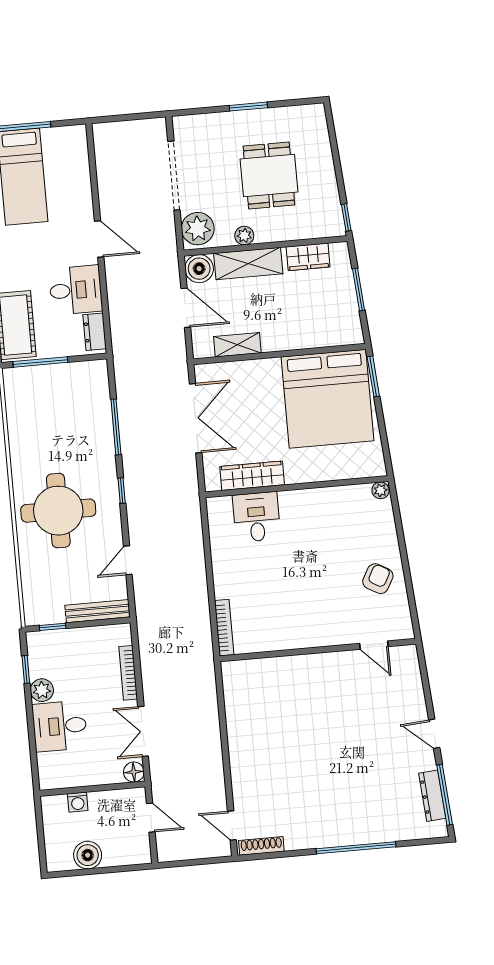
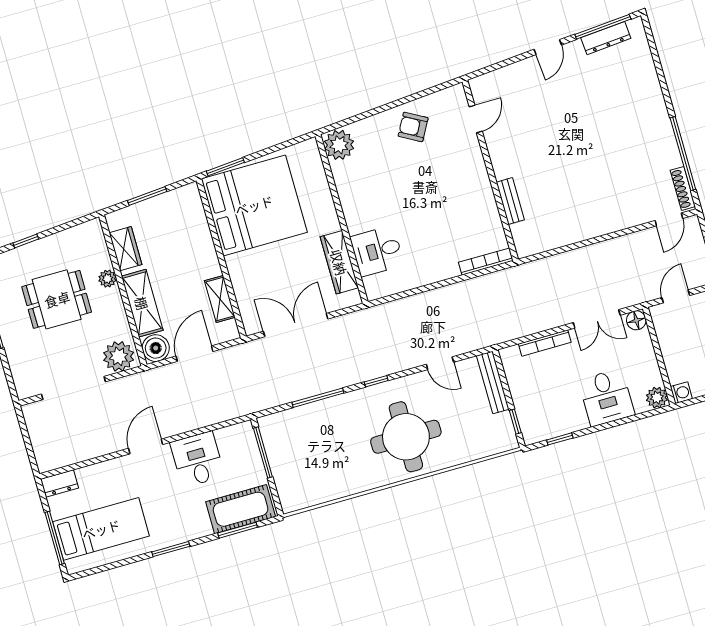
window: (346, 217) -> (26, 241), moved
plant: (244, 236) -> (108, 279), moved
dresser: (95, 332) -> (60, 483), moved
window: (40, 362) -> (263, 453), moved
plant: (380, 490) -> (339, 145), width x1.88, depth x1.88
bench: (282, 665) -> (510, 201), added
plant: (42, 690) -> (657, 398), moved
washing machine: (78, 802) -> (681, 393), moved
window: (356, 848) -> (683, 154), moved

